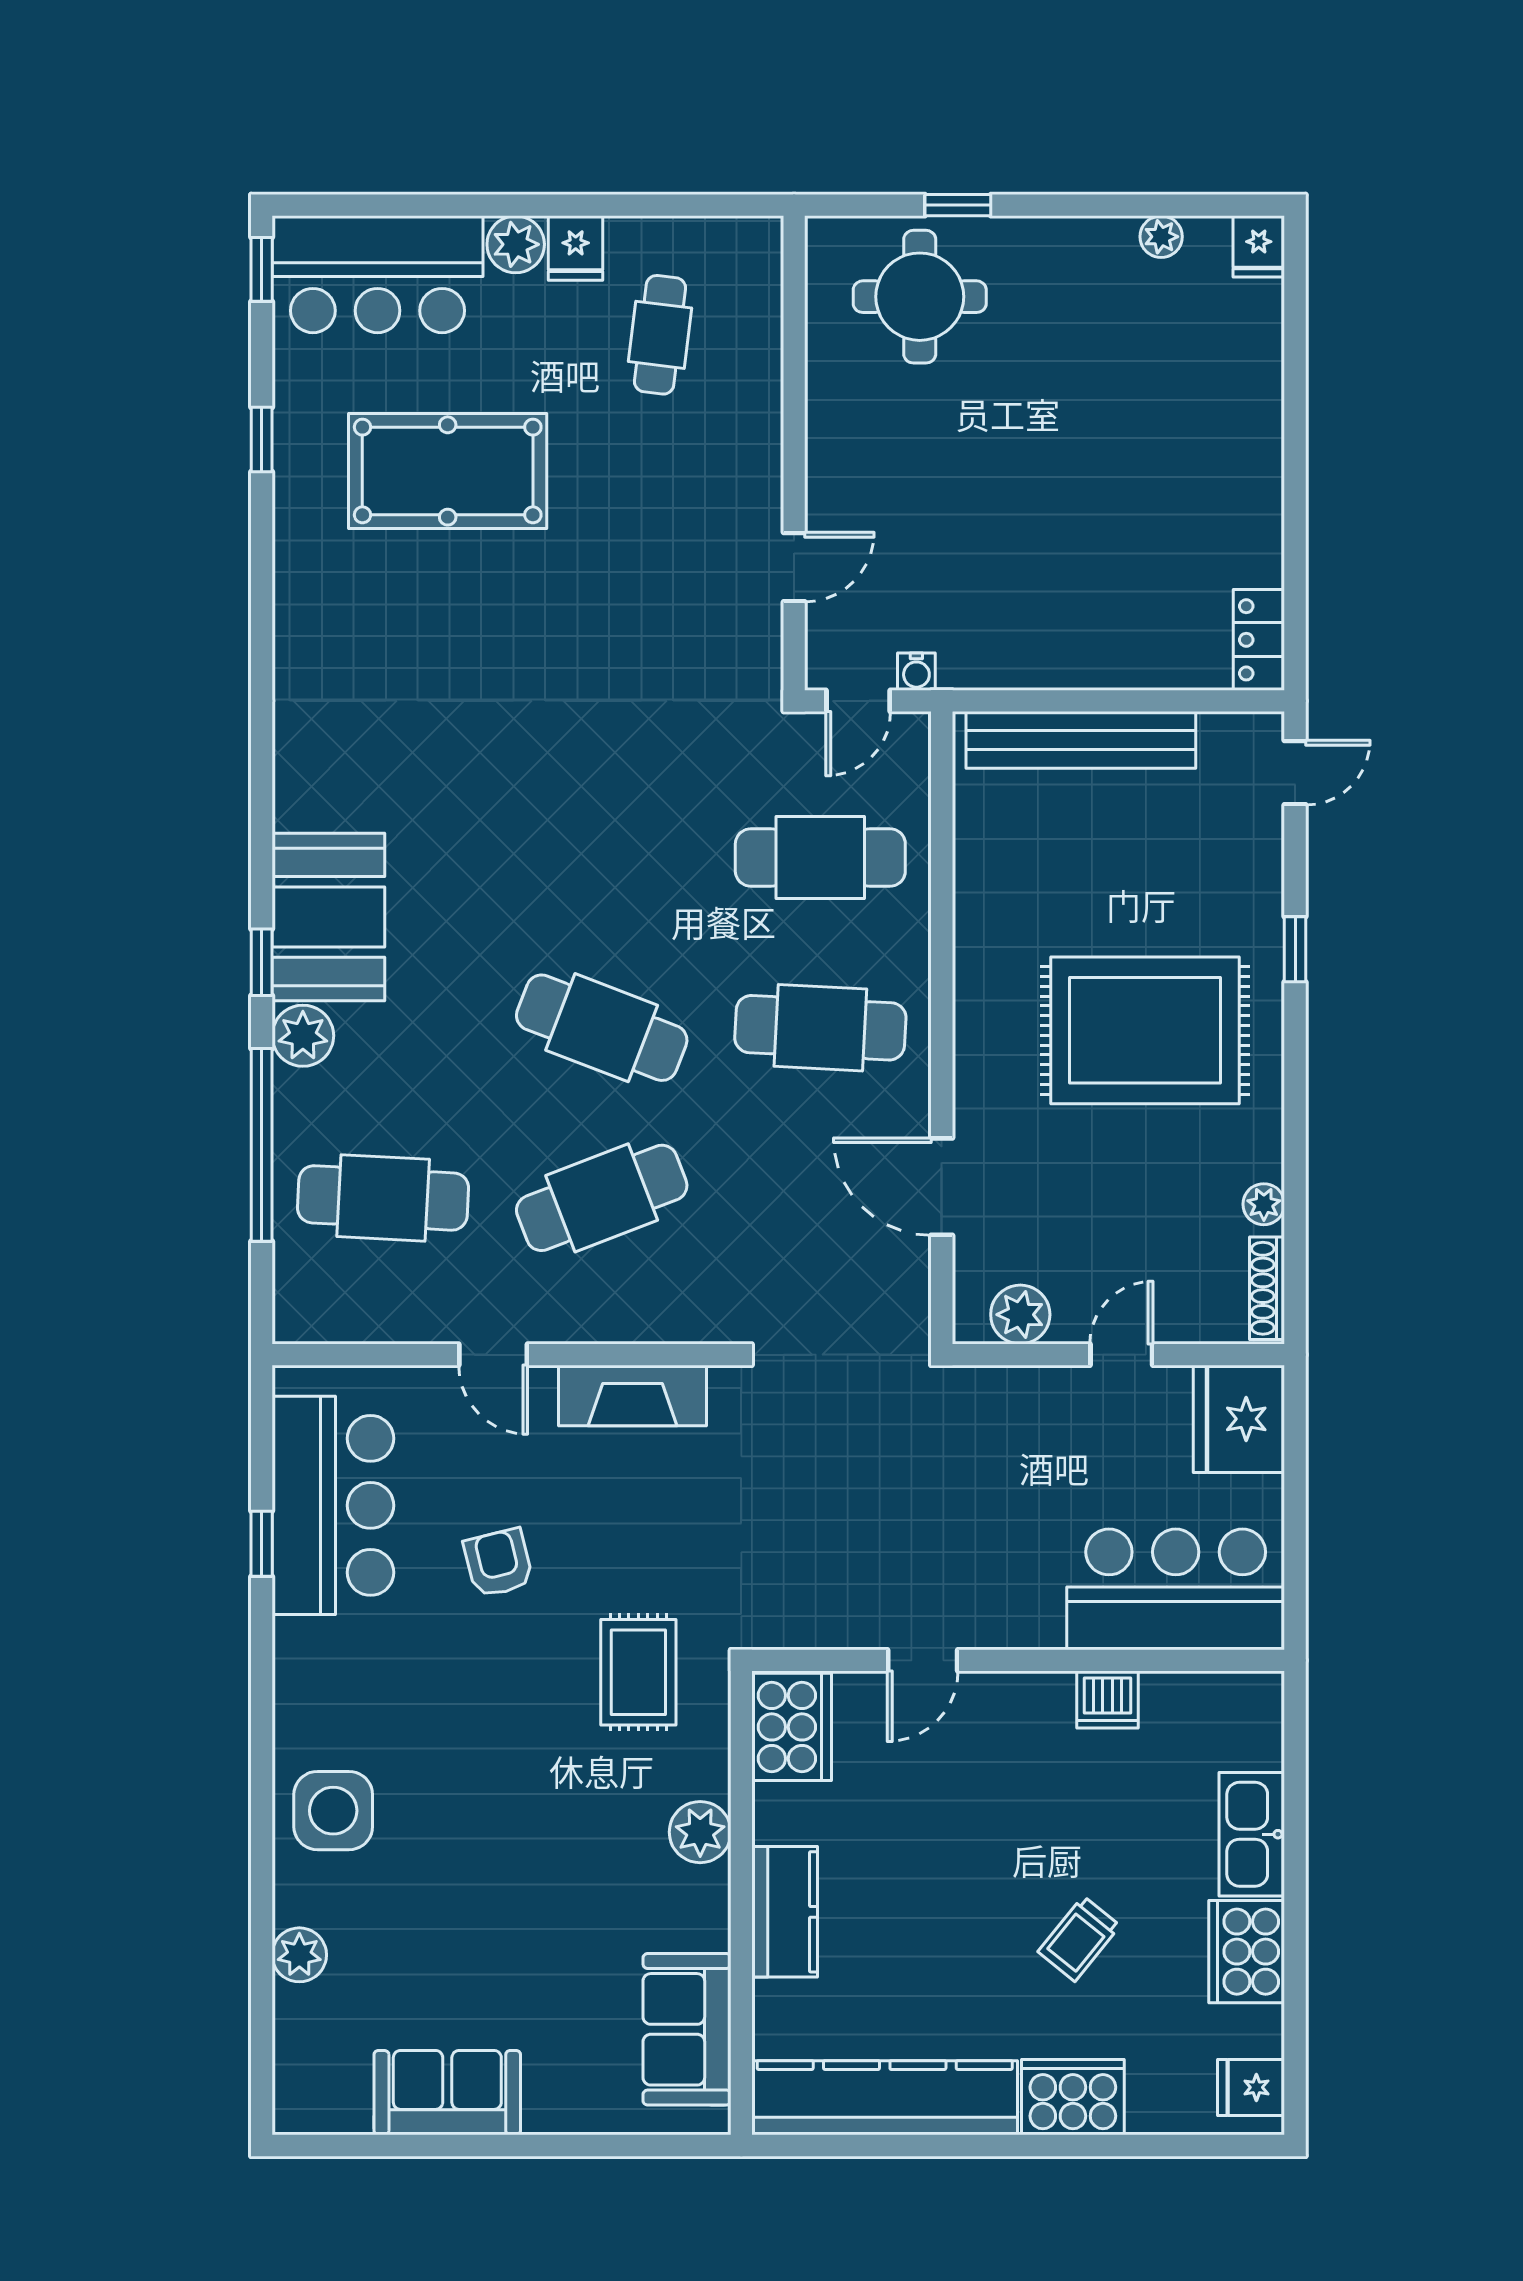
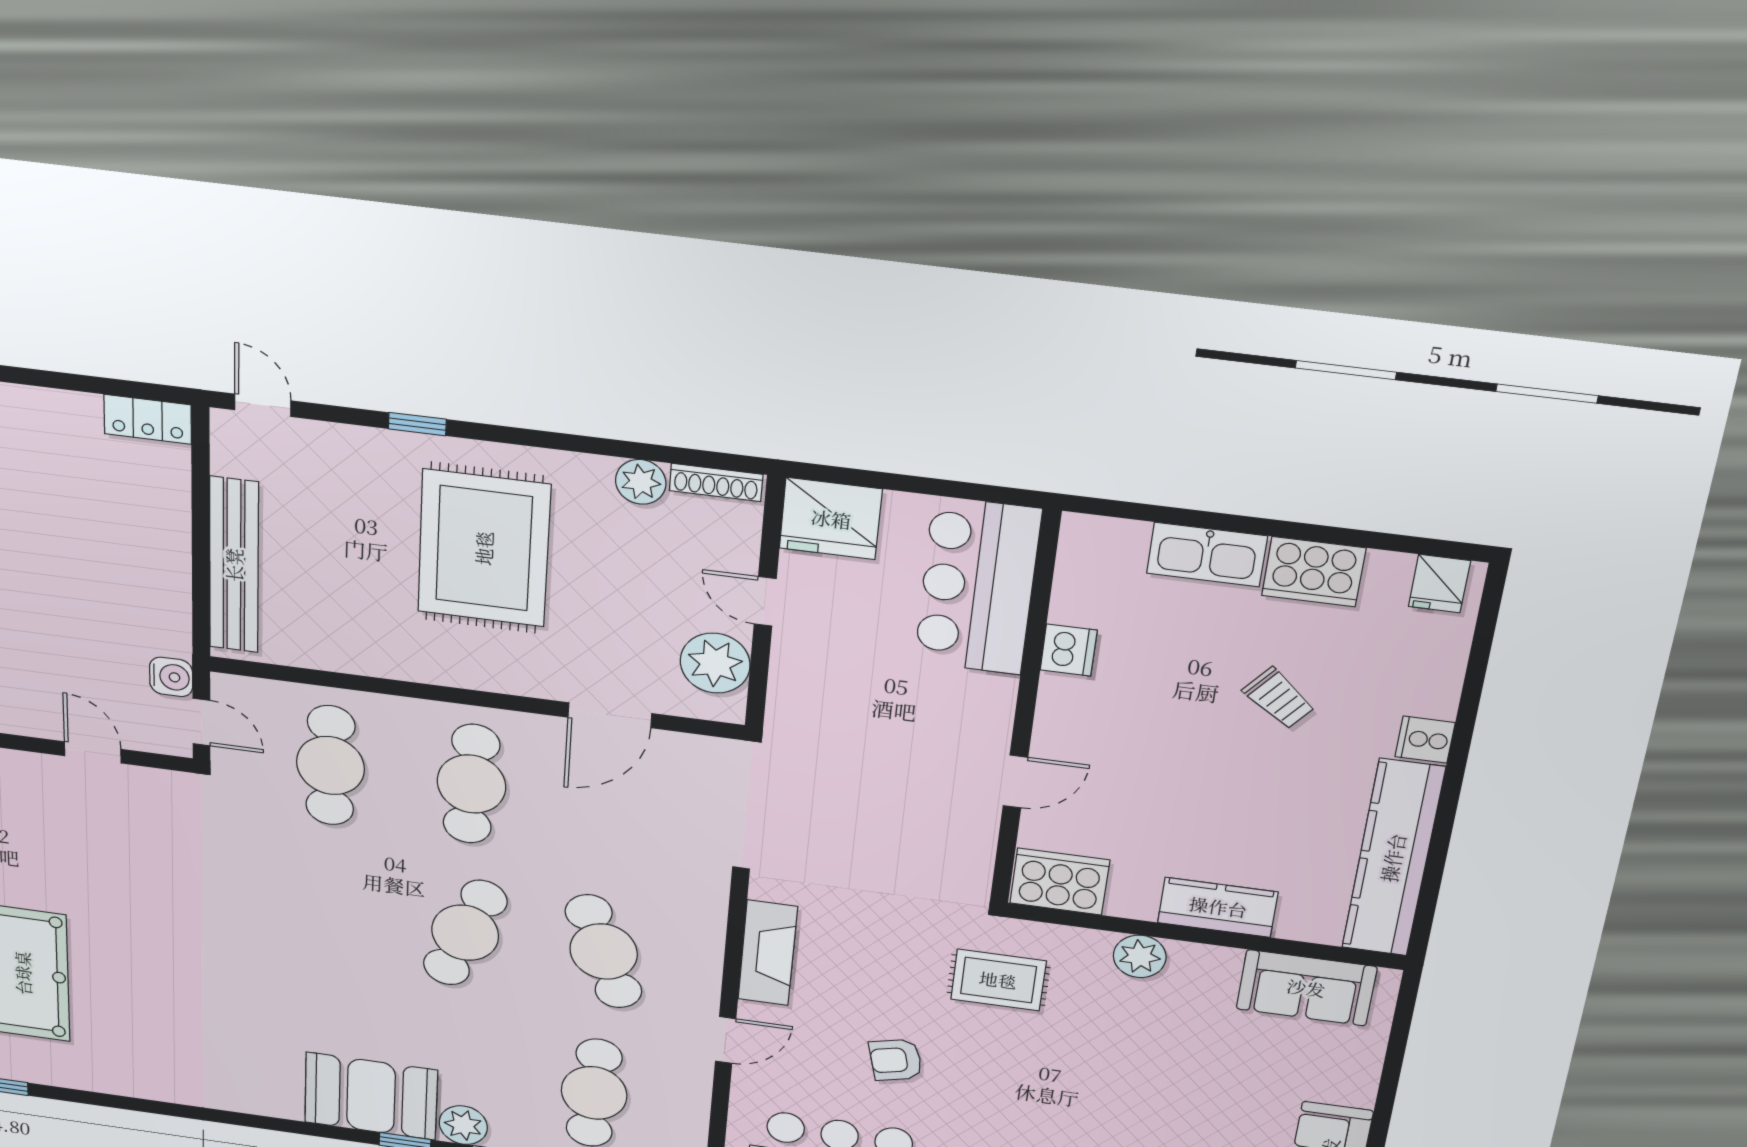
water cooler: (916, 672) -> (171, 677), width x1.38, depth x1.38
plant: (1264, 1204) -> (641, 482), width x1.38, depth x1.38
plant: (1020, 1315) -> (715, 663), width x1.36, depth x1.36
door: (923, 1660) -> (1015, 782), hinge flipped
cooker: (1073, 2097) -> (1425, 740), width x0.53, depth x0.76

